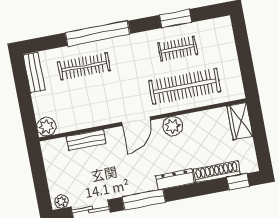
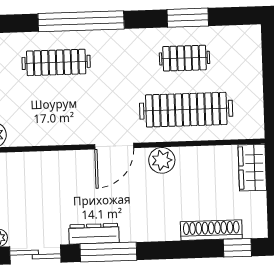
bench: (86, 140) -> (44, 161), removed
dresser: (175, 179) -> (94, 234), moved

